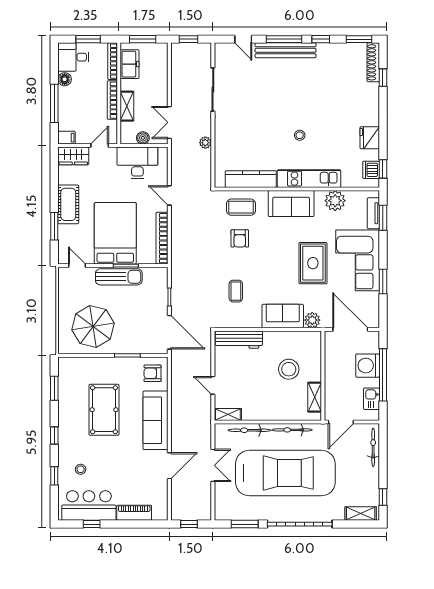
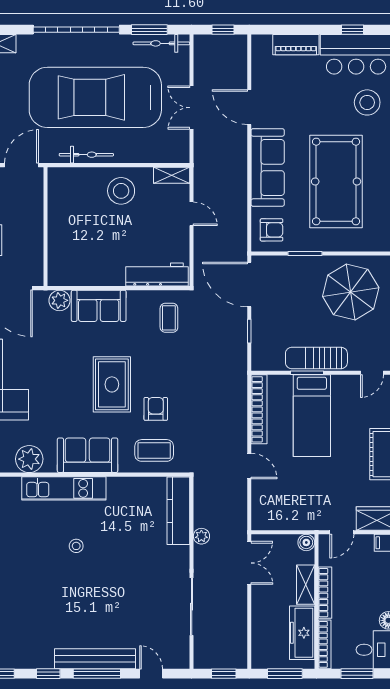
freezer: (130, 64) -> (302, 633), width x1.40
boiler: (143, 138) -> (306, 542), moved
desk: (137, 163) -> (292, 509), removed
kitchen counter: (251, 179) -> (178, 511), moved, turned 90
bed: (115, 233) -> (312, 416), width x0.67
rug: (313, 263) -> (112, 384), moved
door: (77, 266) -> (372, 373), hinge flipped
coffee table: (236, 291) -> (169, 318), moved
stool: (289, 369) -> (121, 191), moved
shelving: (315, 397) -> (56, 198), removed
pool table: (104, 410) -> (336, 181), width x1.36, depth x1.32
bicycle: (249, 430) -> (161, 43), moved, turned 180
door: (169, 466) -> (249, 107), hinge flipped
stool: (81, 469) -> (367, 102), width x1.89, depth x1.89

